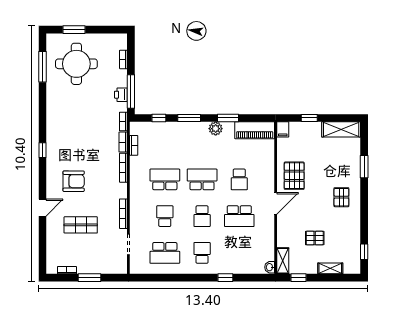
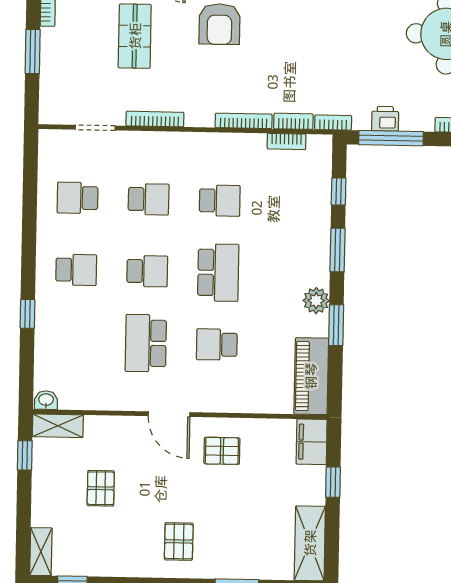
filing cabinet: (283, 129) -> (312, 442), width x2.00
pallet: (294, 176) -> (222, 451), width x0.67, depth x0.71
school desk: (165, 179) -> (220, 201), width x0.54
pallet: (341, 197) -> (179, 541), turned 90
school desk: (202, 216) -> (147, 271), turned 180
school desk: (165, 253) -> (77, 198), width x0.54
shelving: (330, 268) -> (41, 552), moved

